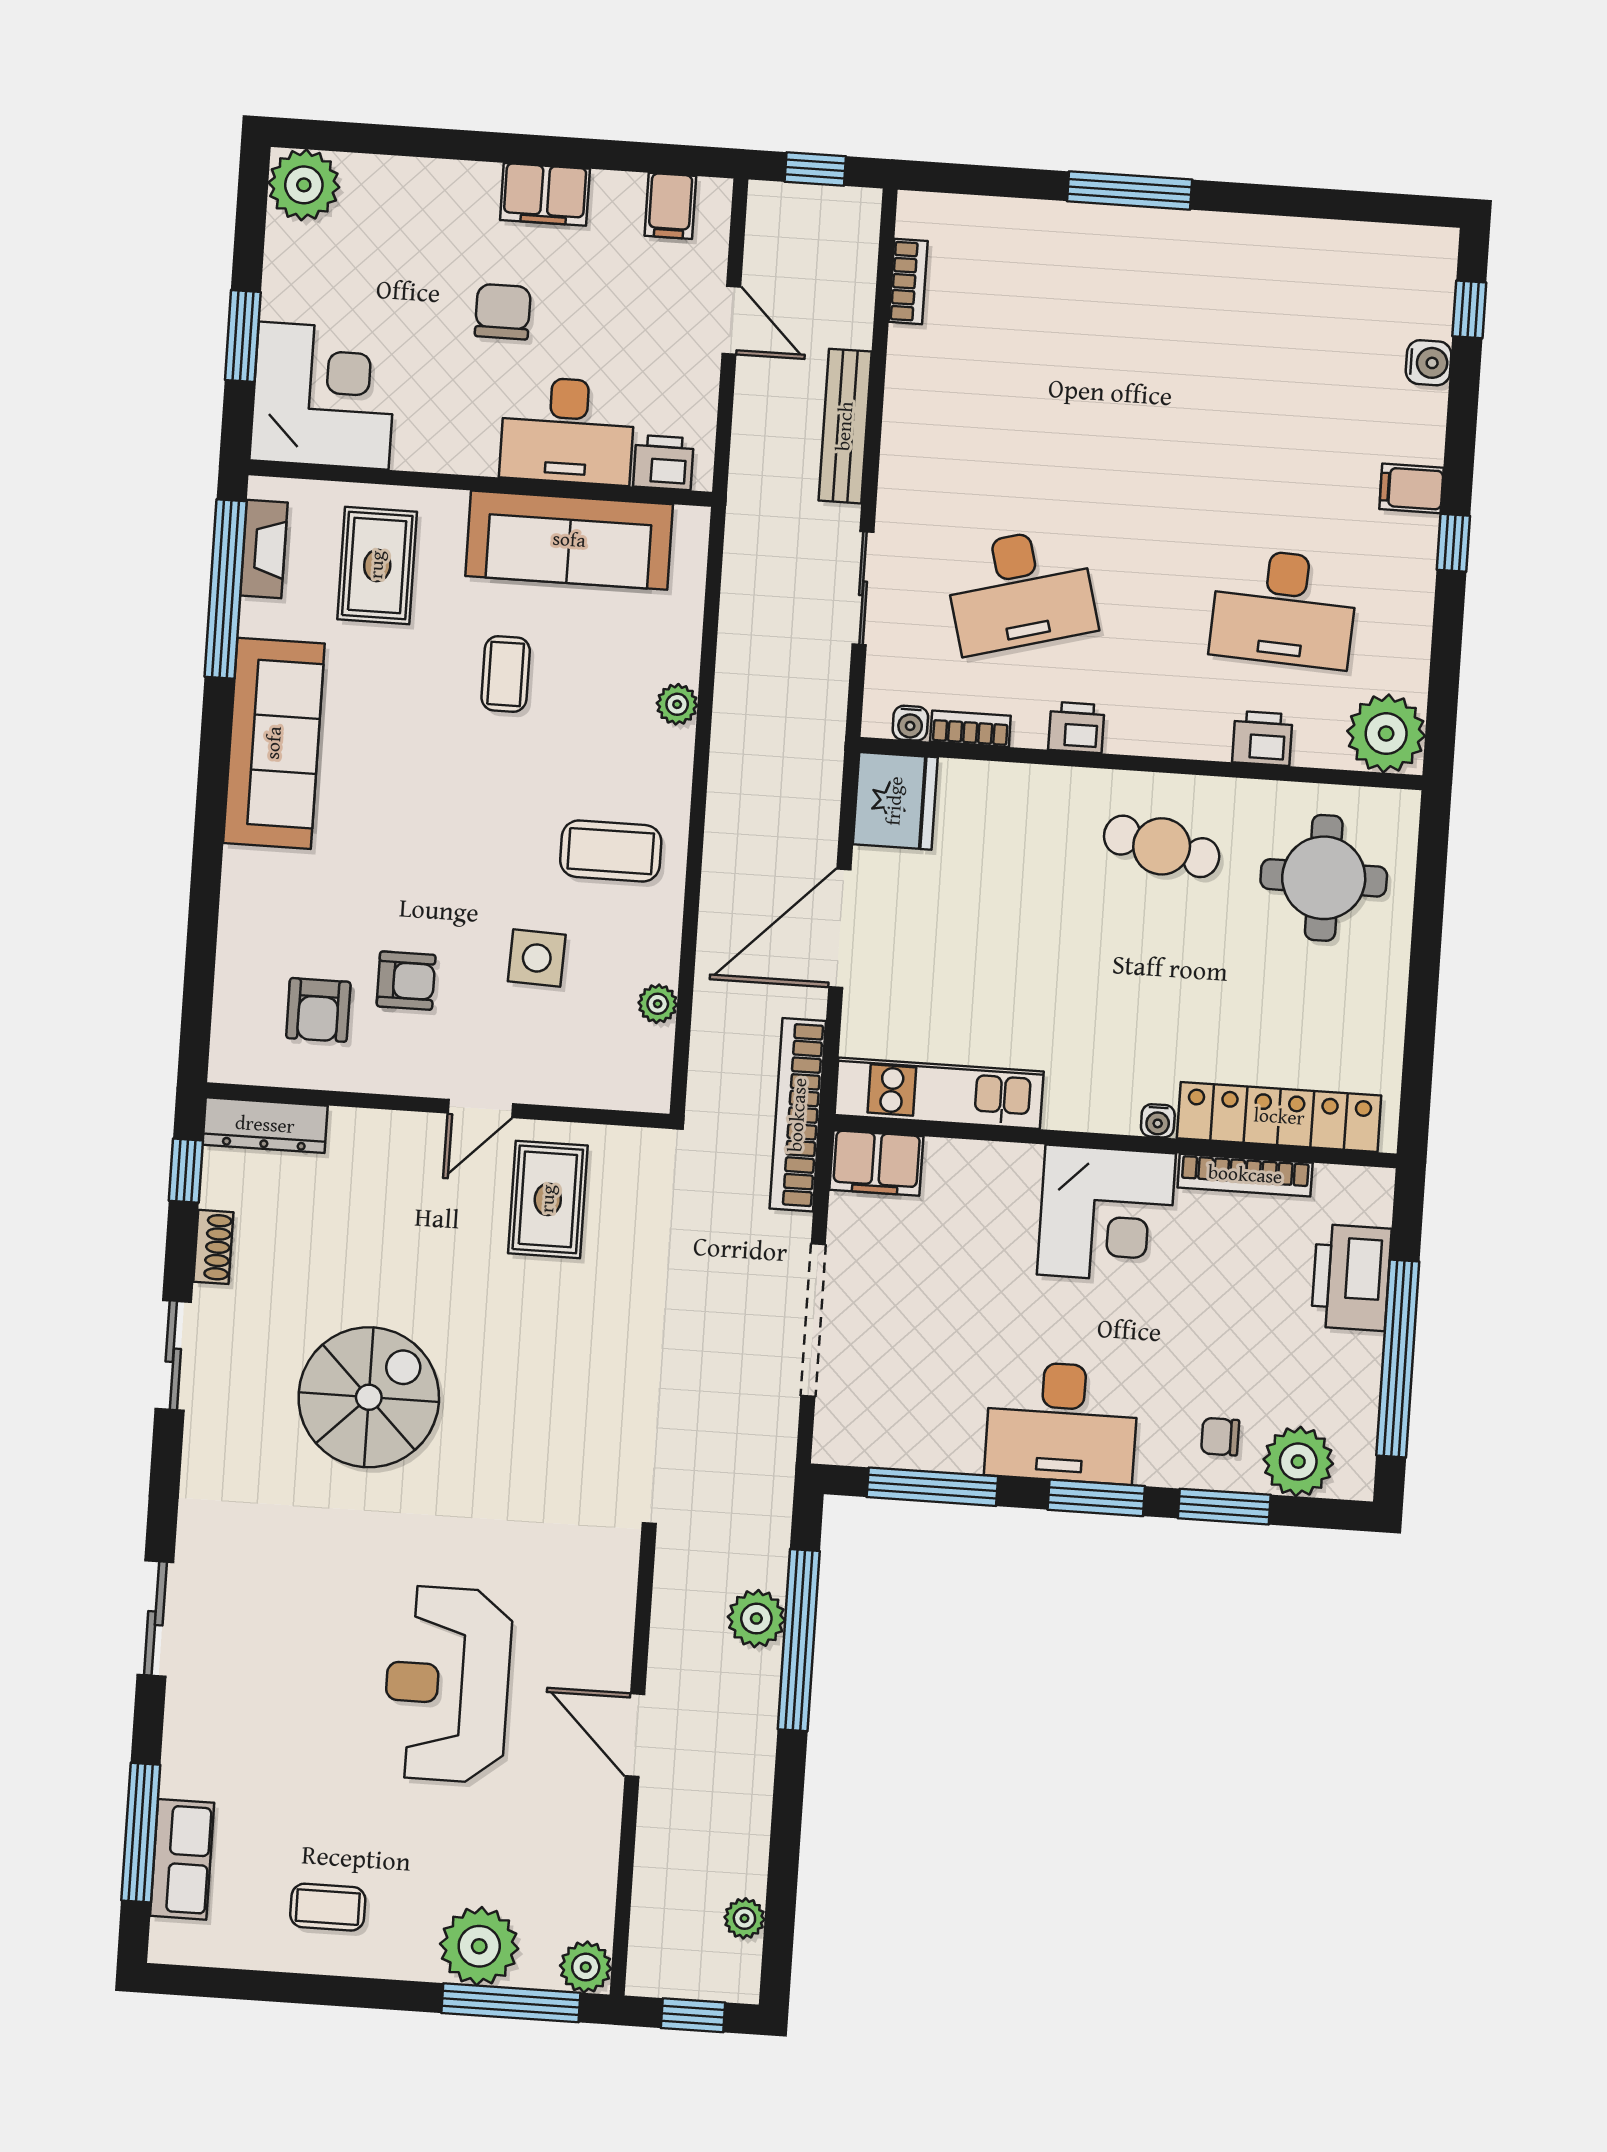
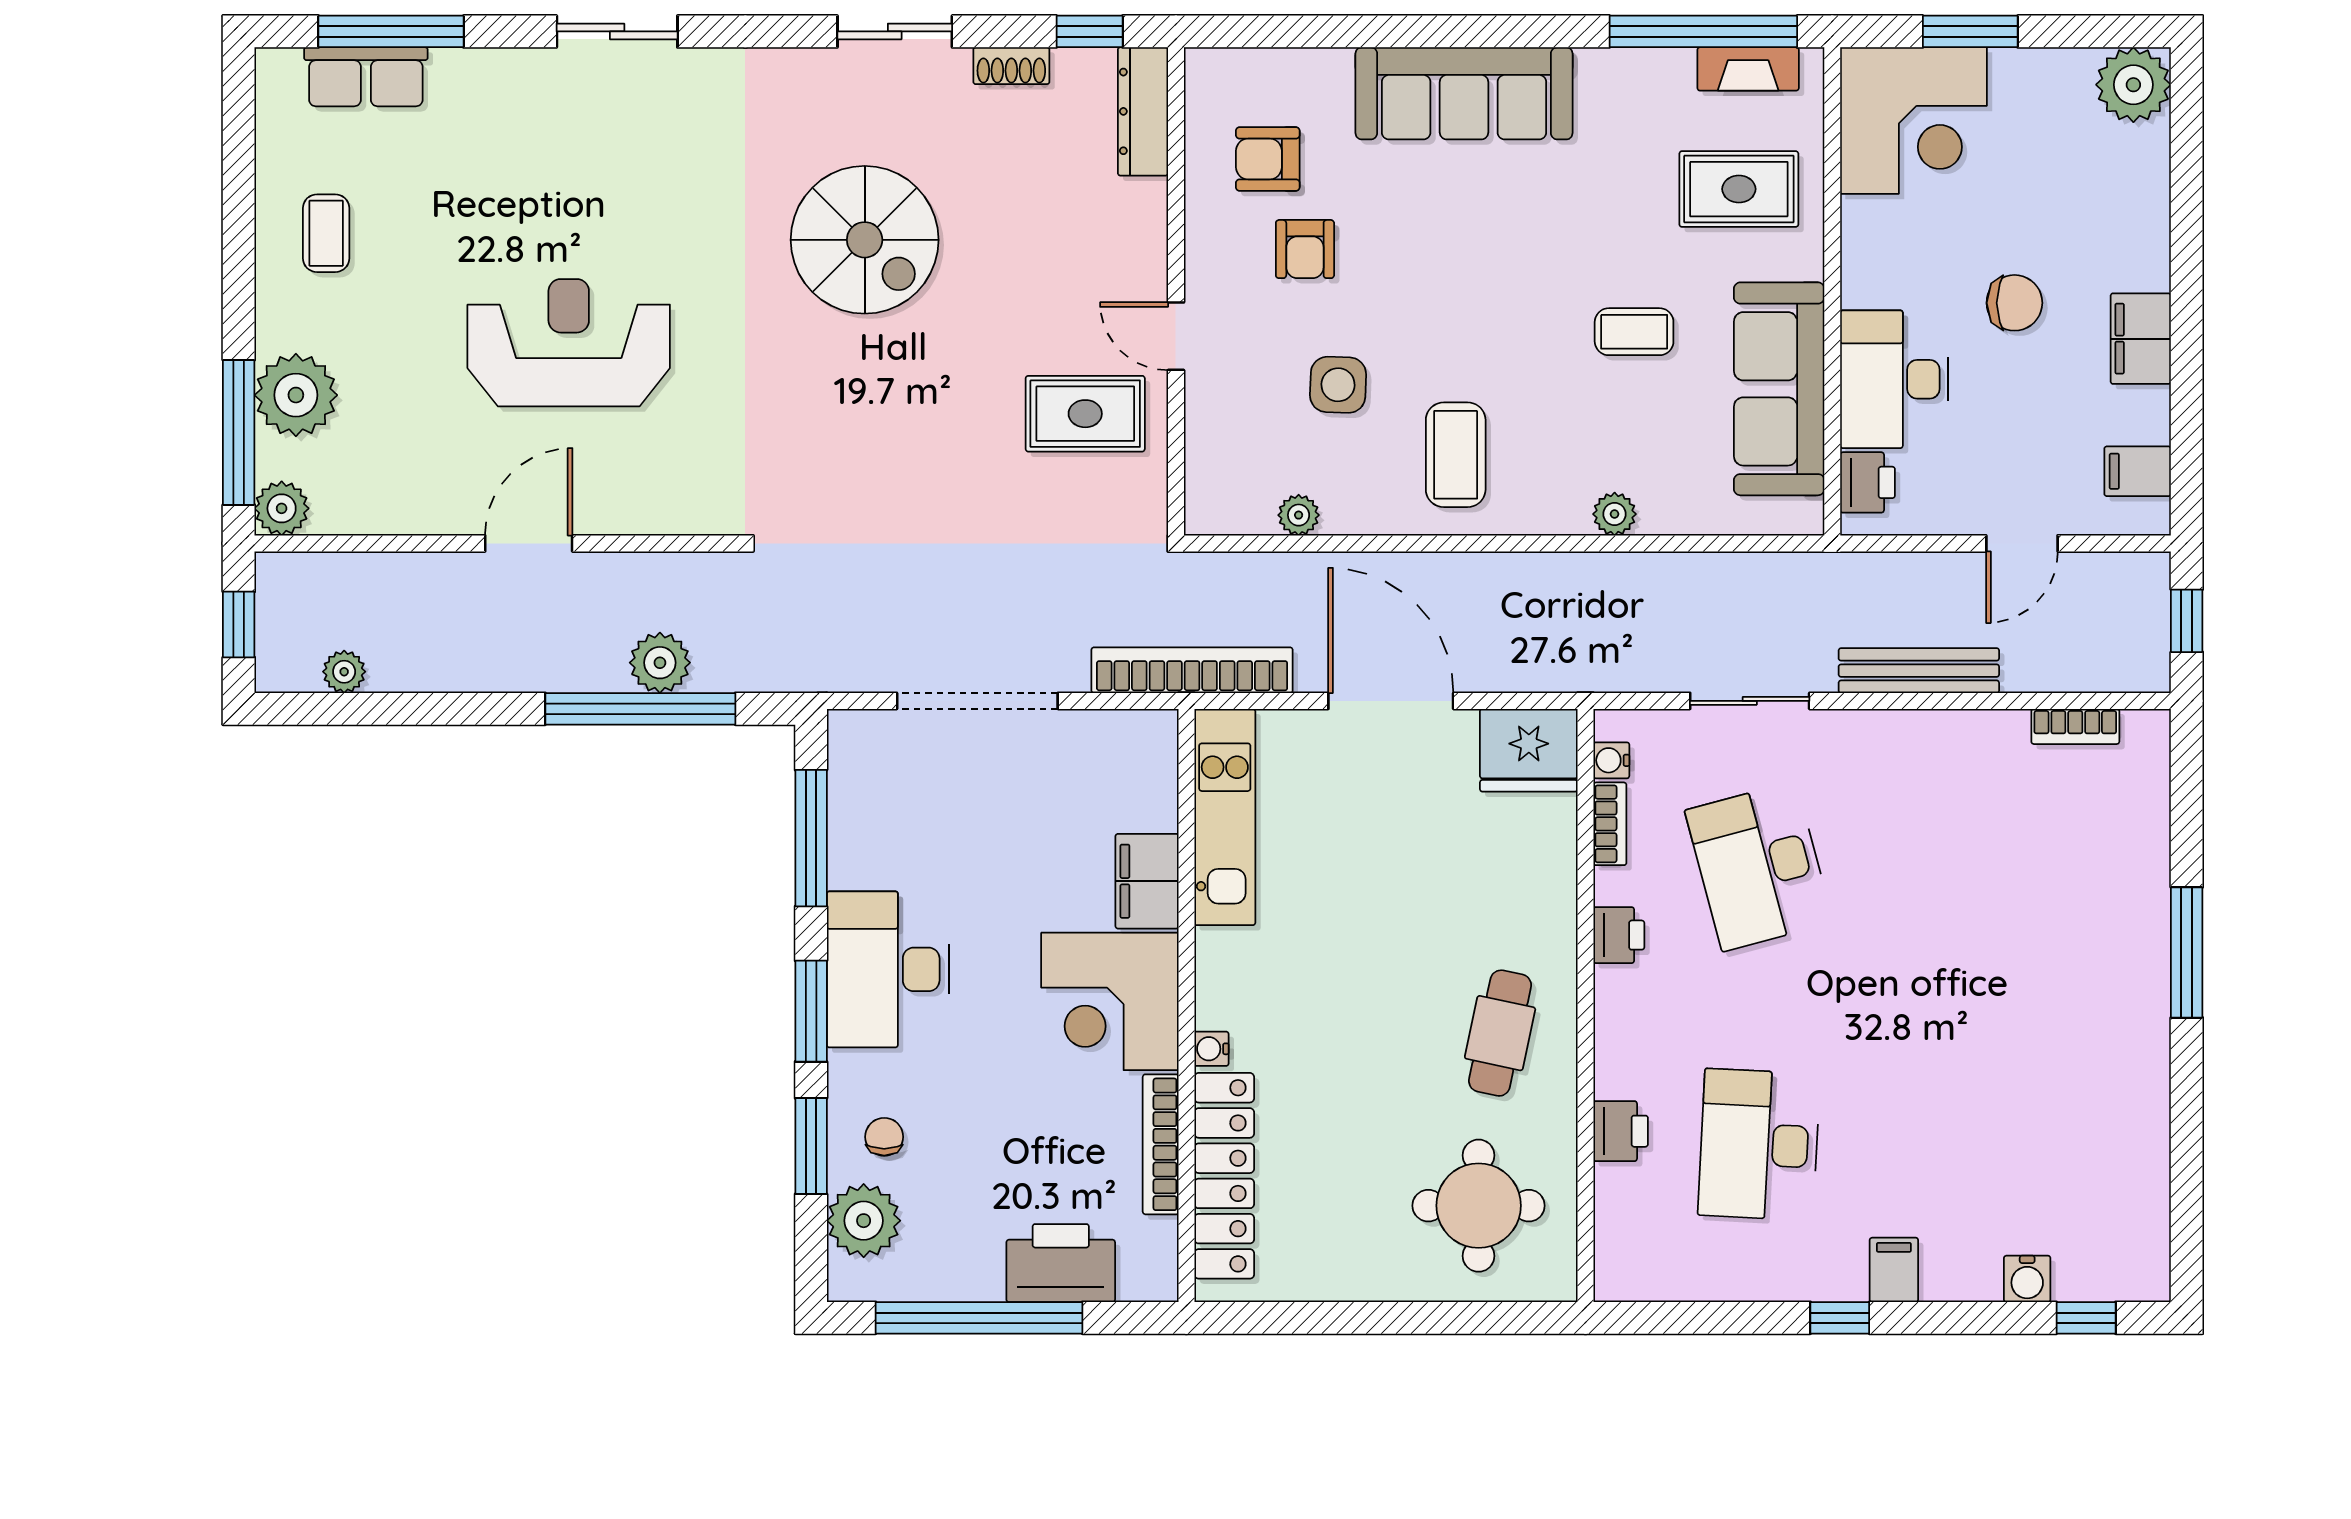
plant: (1386, 734) -> (1635, 1261), removed
sofa: (274, 743) -> (1464, 93), moved
filing cabinet: (876, 1163) -> (1147, 881), moved

